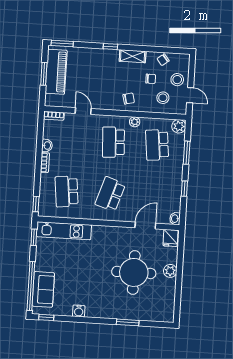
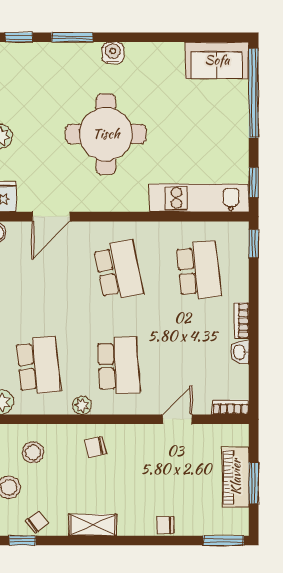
window: (110, 46) -> (23, 540), moved
piano: (56, 72) -> (236, 477), width x0.73, depth x0.75
chair: (151, 79) -> (165, 525), moved
door: (83, 111) -> (177, 419), swing flipped
school desk: (110, 194) -> (119, 270), turned -30
round table: (134, 272) -> (106, 134), moved
sofa: (43, 289) -> (217, 60), moved, turned -90
water cooler: (79, 311) -> (113, 53), moved
window: (46, 317) -> (19, 37), moved

